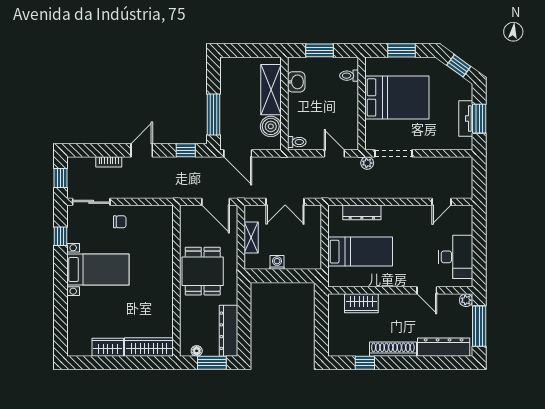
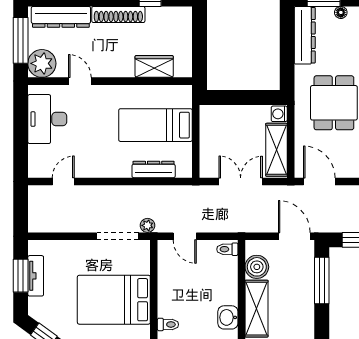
shelving: (251, 238) -> (276, 150), width x1.50, depth x1.33
washing machine: (277, 262) -> (279, 114), moved, turned 90
plant: (466, 300) -> (42, 63), width x1.87, depth x1.87

